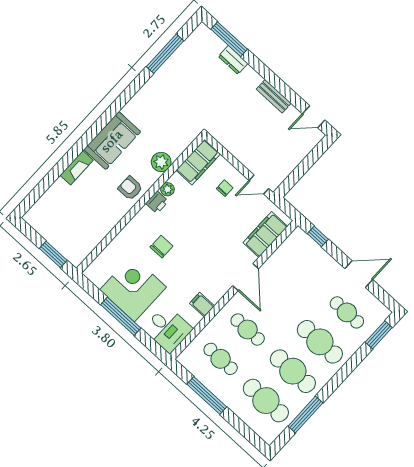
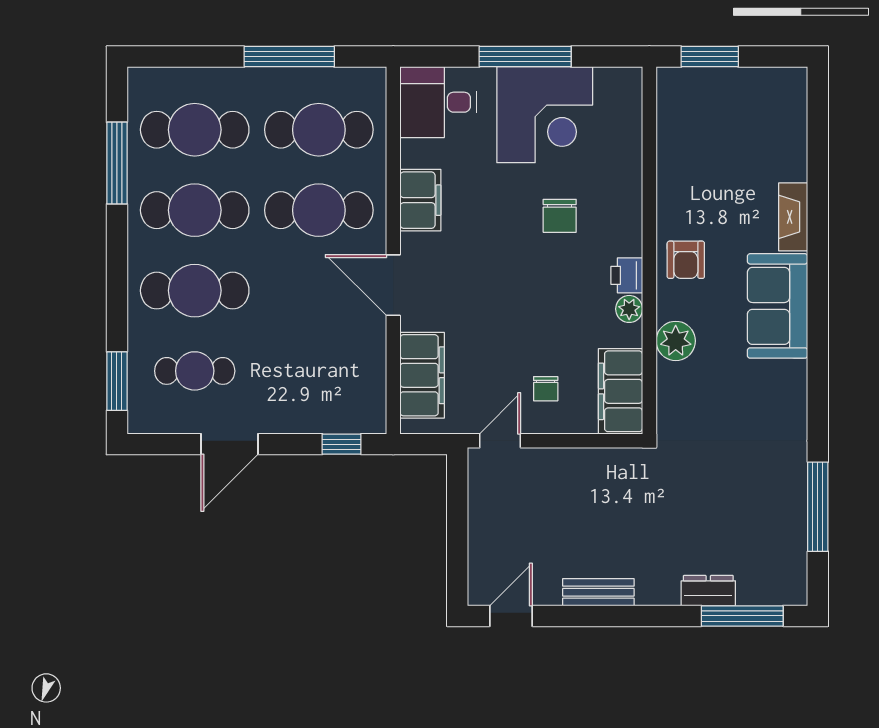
armchair: (130, 188) -> (686, 260), turned 90
filing cabinet: (202, 305) -> (420, 200), width x2.00
cafe table: (248, 330) -> (319, 210), width x1.37, depth x1.35
cafe table: (221, 359) -> (319, 130), width x1.37, depth x1.35

